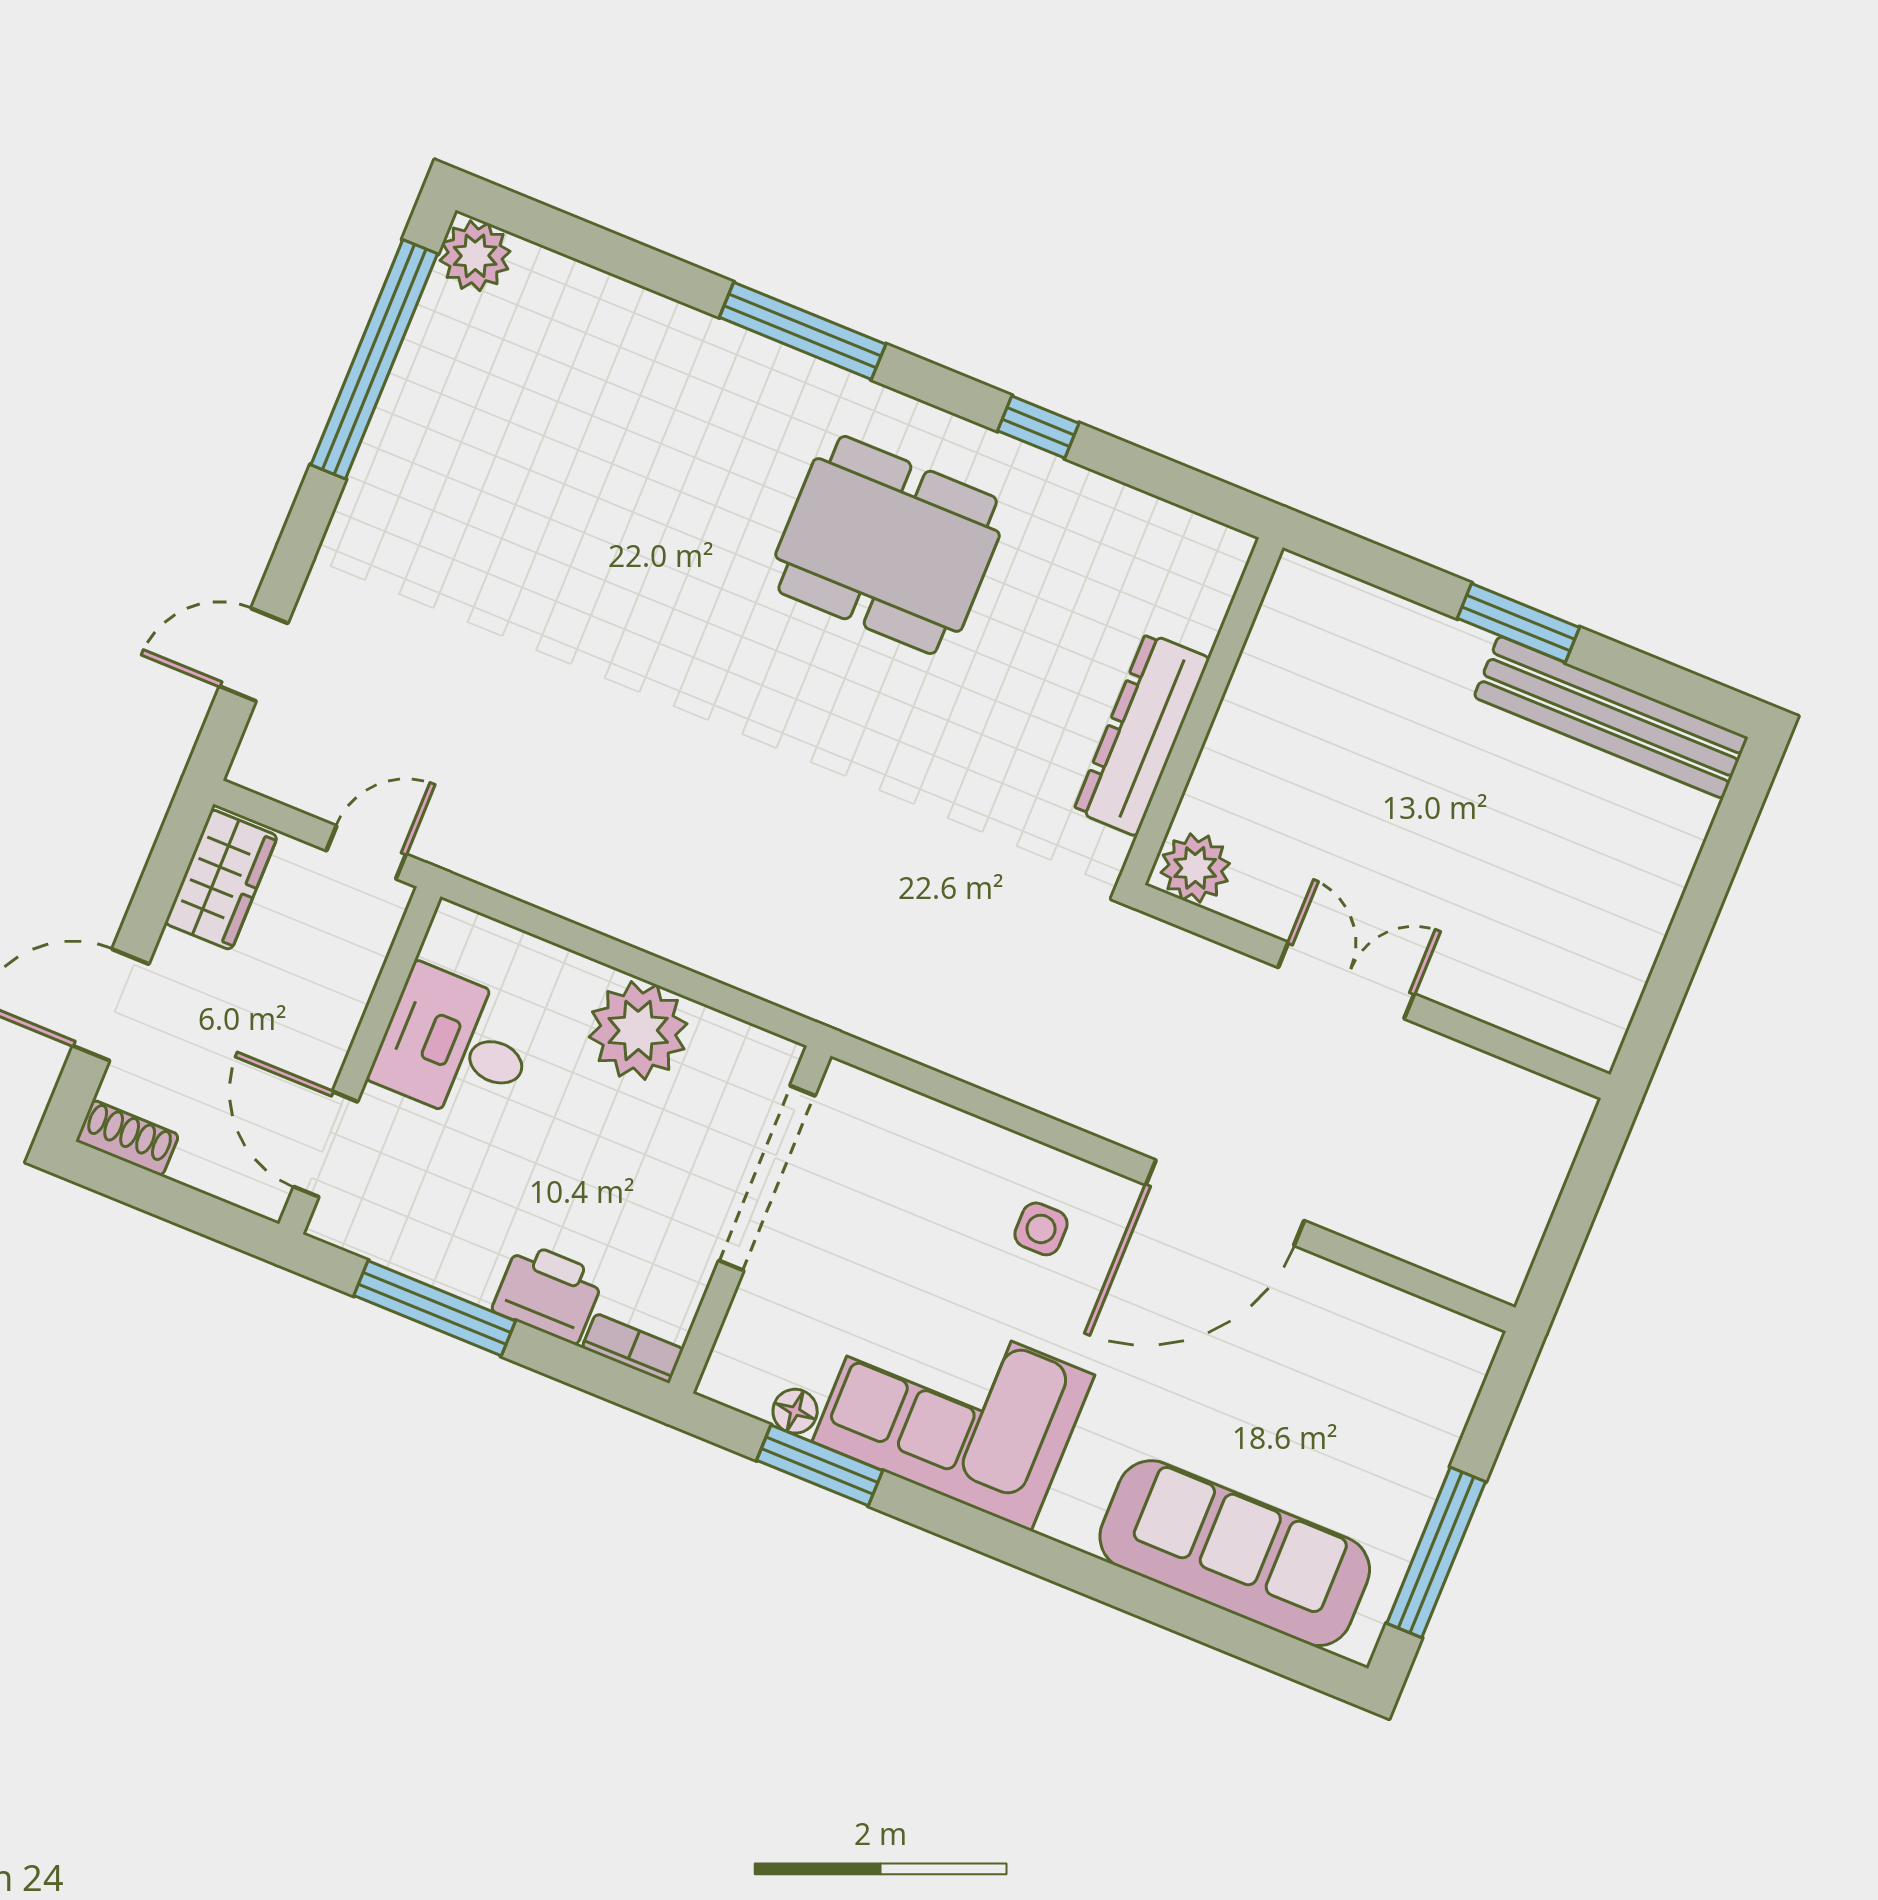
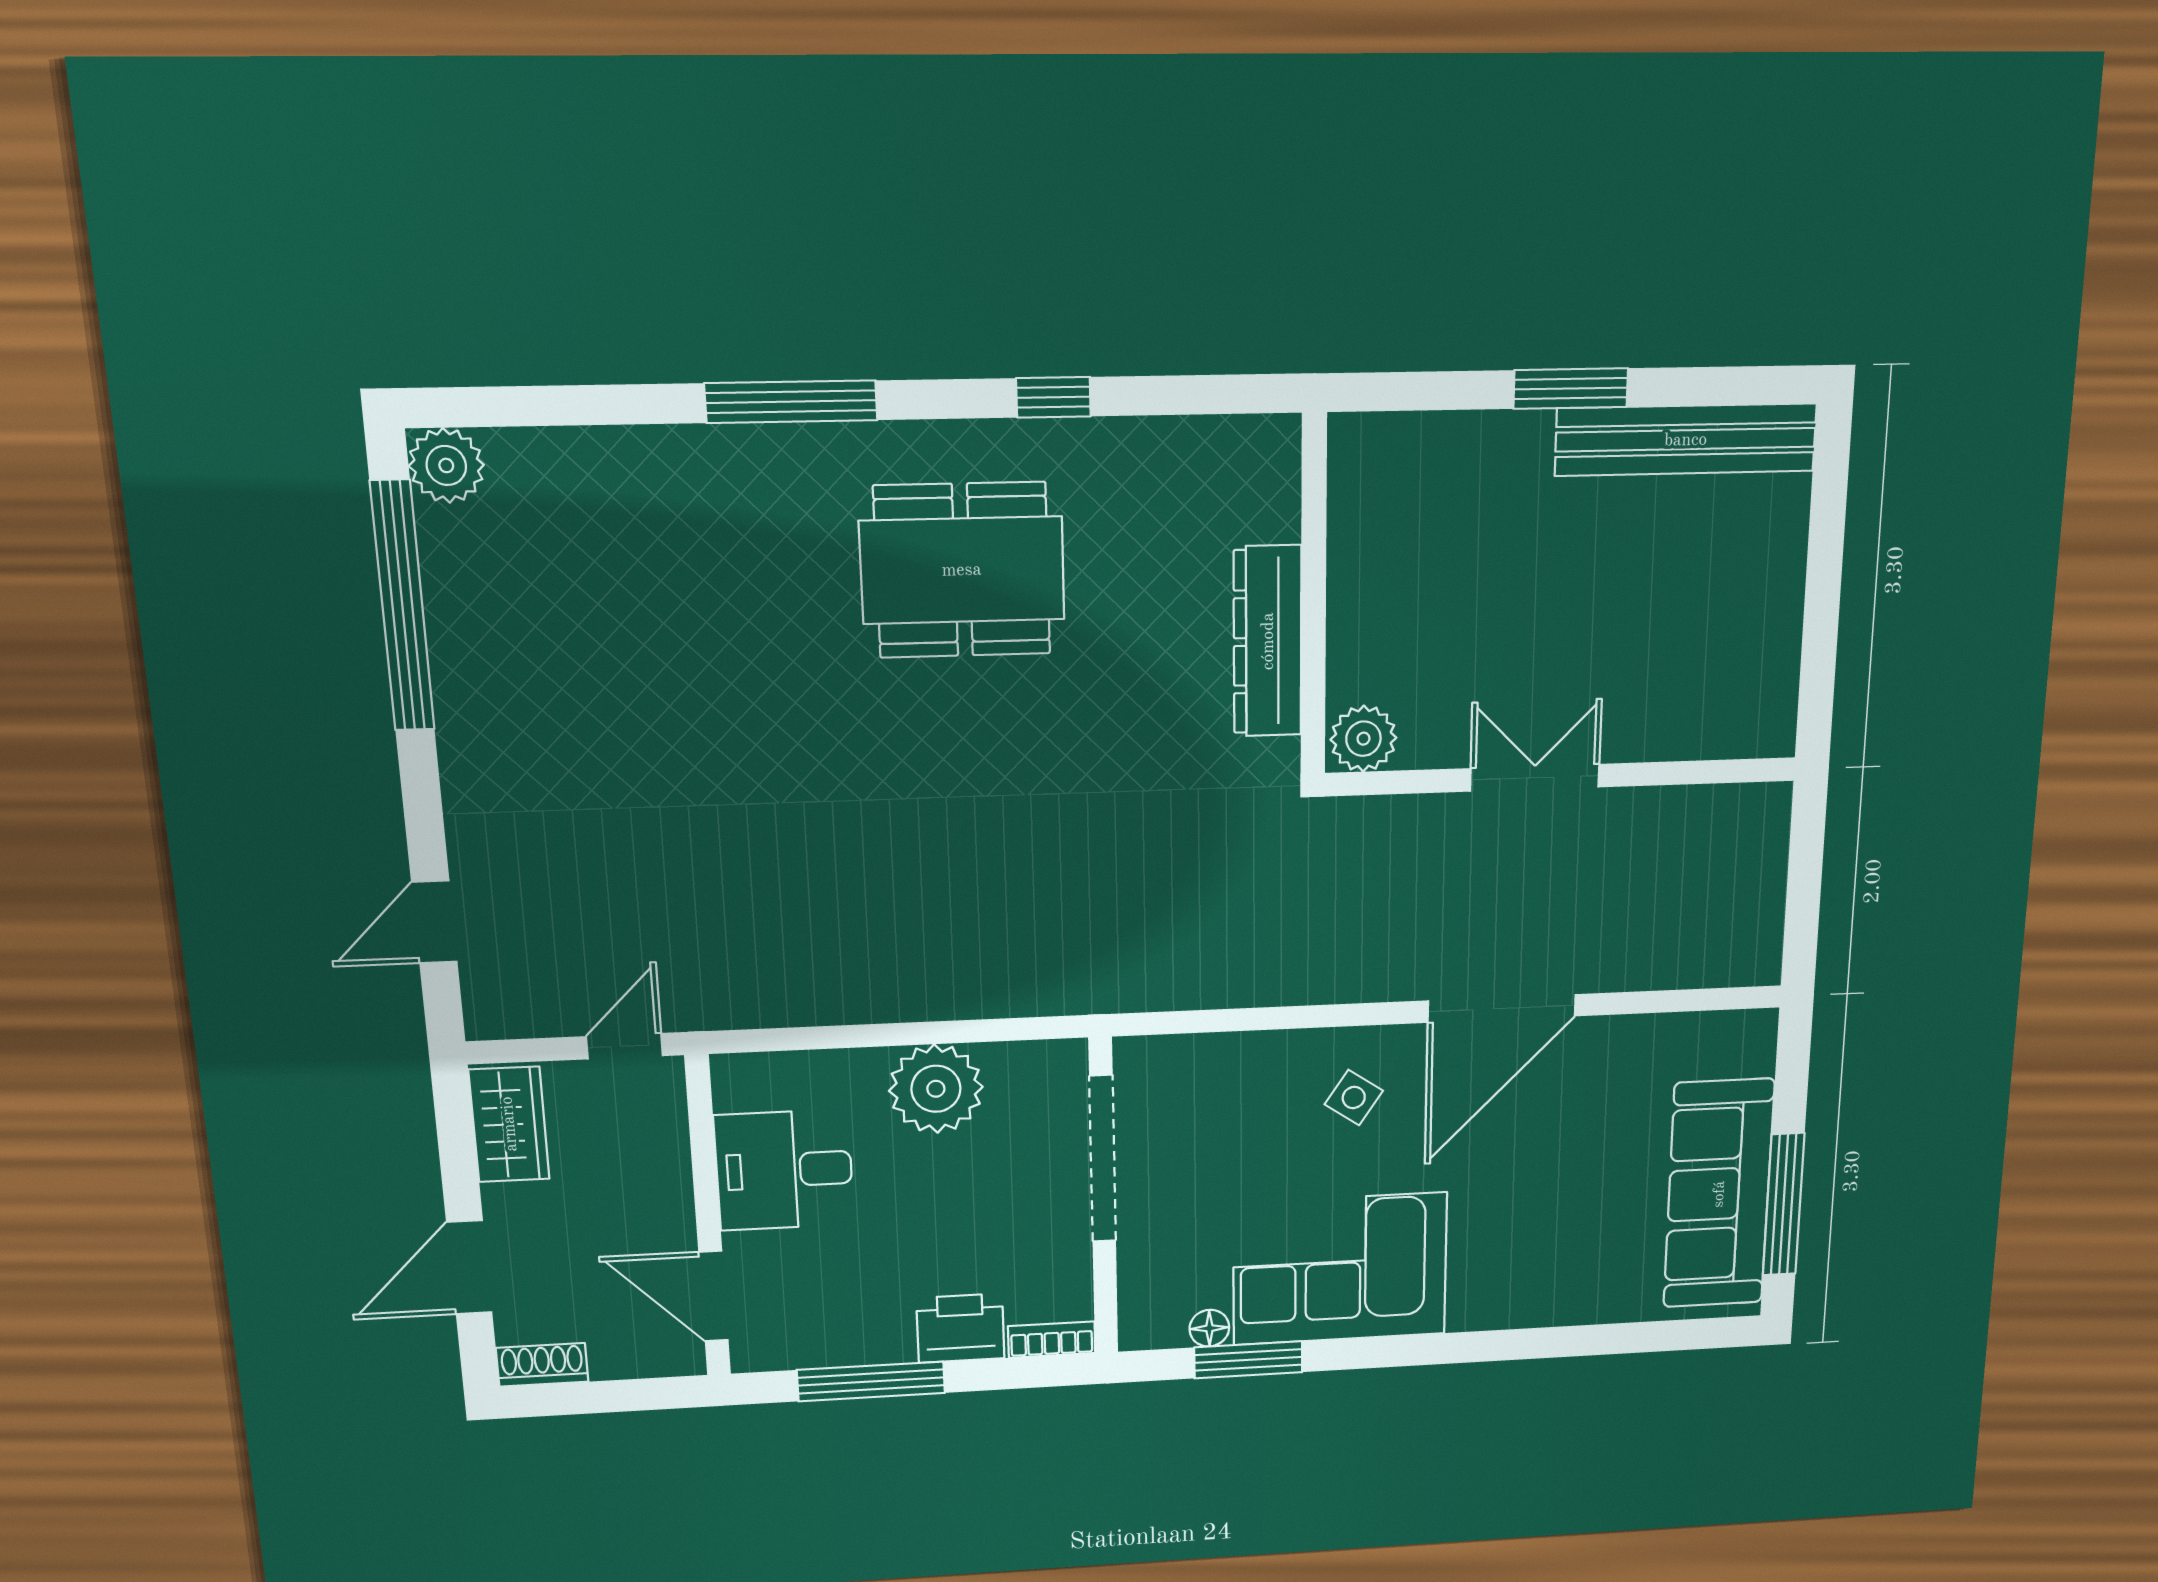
side table: (1041, 1229) -> (1354, 1098), turned 34
sofa: (1235, 1553) -> (1719, 1194), moved, turned -90

